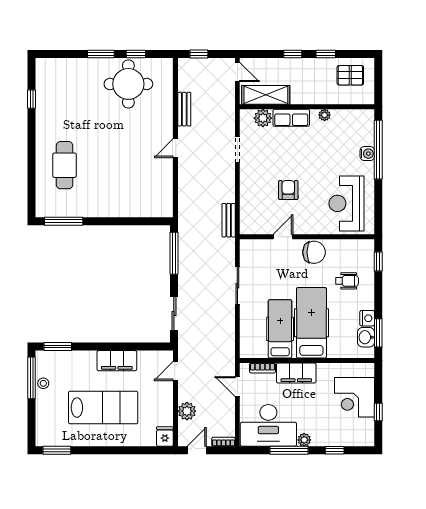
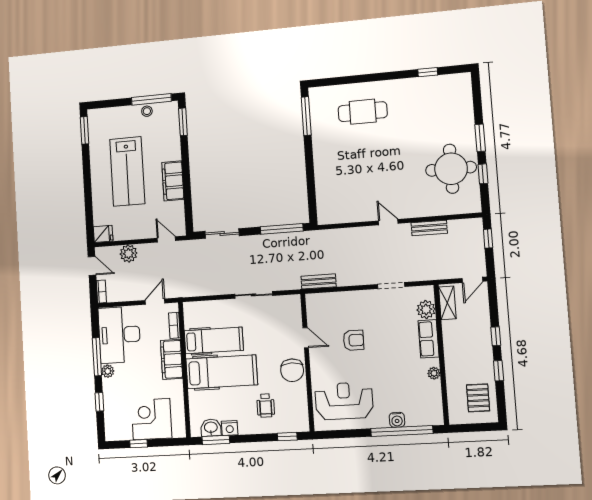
shelving: (266, 95) -> (447, 303), width x0.67, depth x0.75

